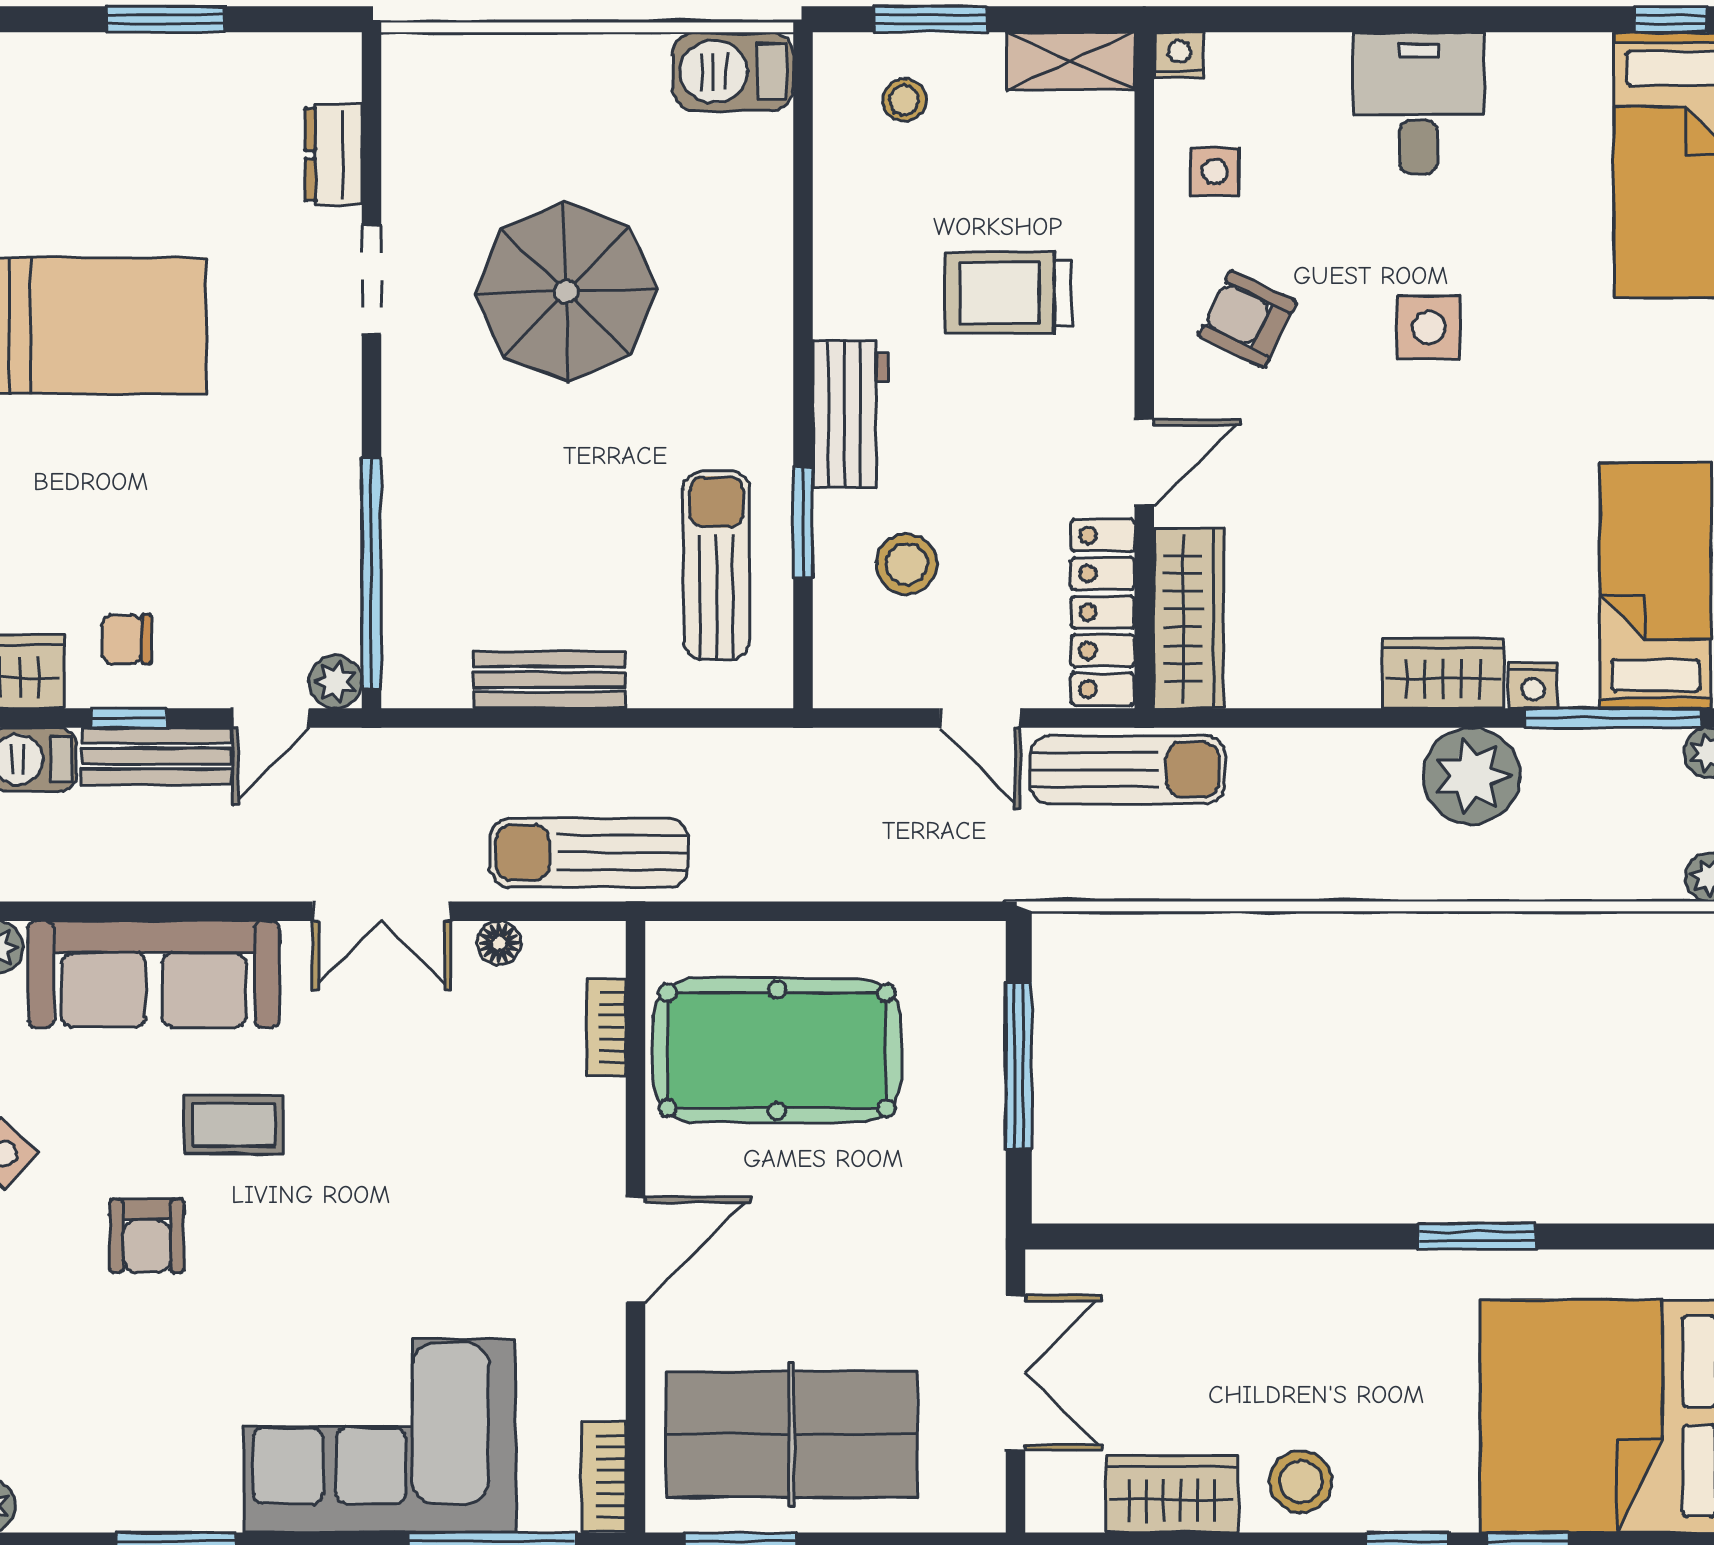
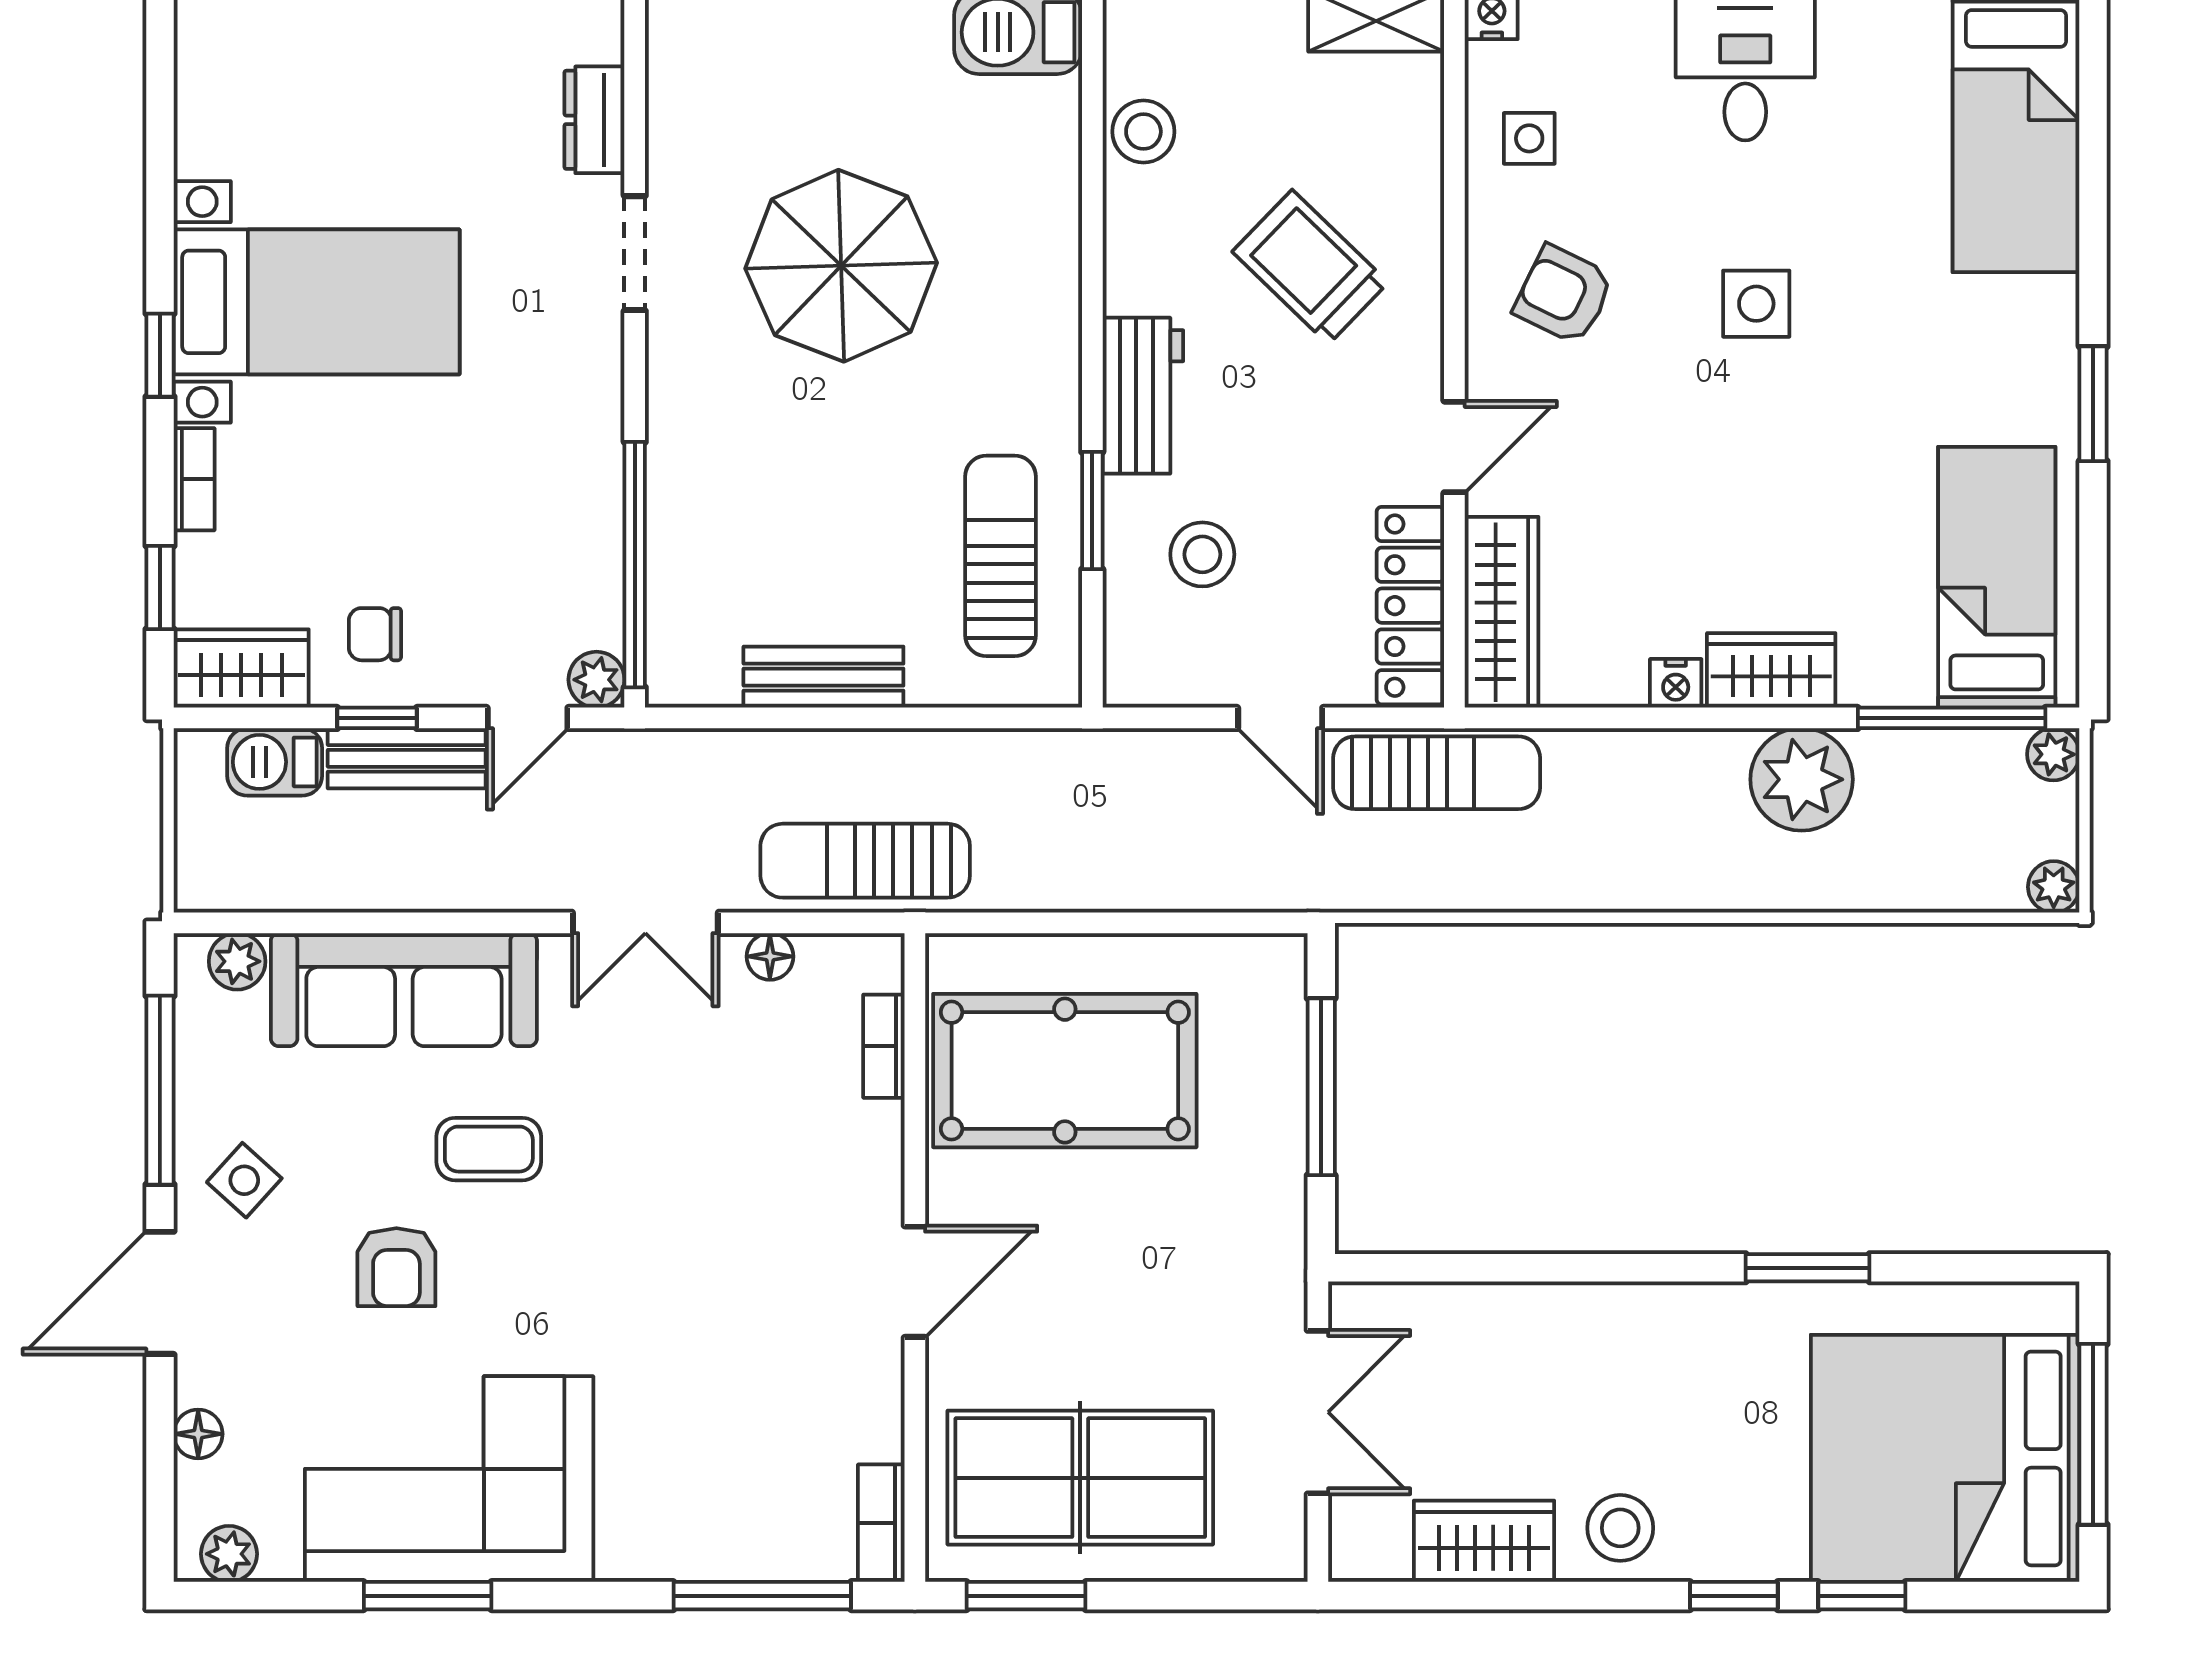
stool: (904, 100) -> (1143, 132), moved, width x1.37, depth x1.37
trolley: (1008, 293) -> (1310, 267), turned 44
nightstand: (1533, 685) -> (1676, 683), moved
corner sofa: (380, 1436) -> (449, 1479), moved

